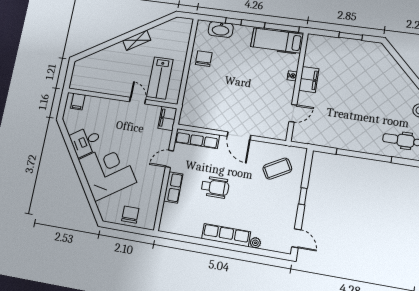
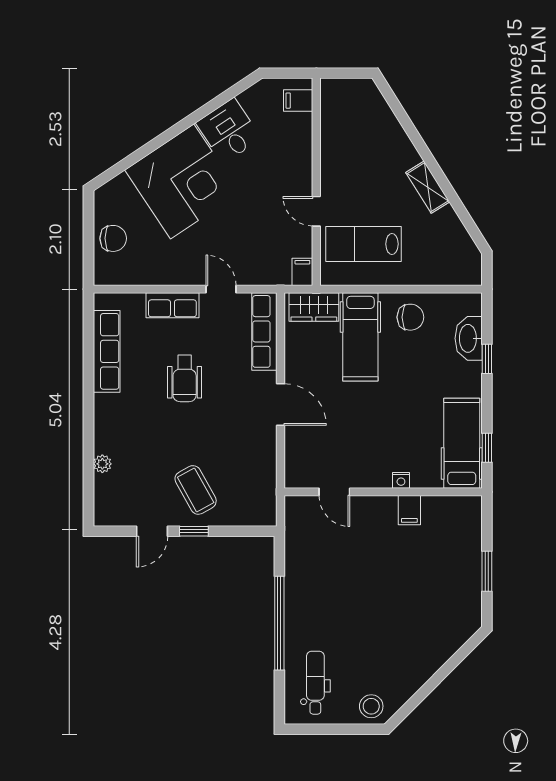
window: (282, 27) -> (487, 448), width x0.46
filing cabinet: (309, 80) -> (409, 510), width x0.50
hospital bed: (209, 87) -> (360, 337), added
door: (138, 101) -> (316, 211), swing flipped
wardrobe: (189, 110) -> (314, 307), added
filing cabinet: (167, 118) -> (302, 272), width x0.50
door: (239, 136) -> (281, 405), swing flipped
coffee table: (277, 169) -> (196, 490), moved
row of seats: (226, 235) -> (107, 351), moved
door: (296, 238) -> (152, 531), moved

